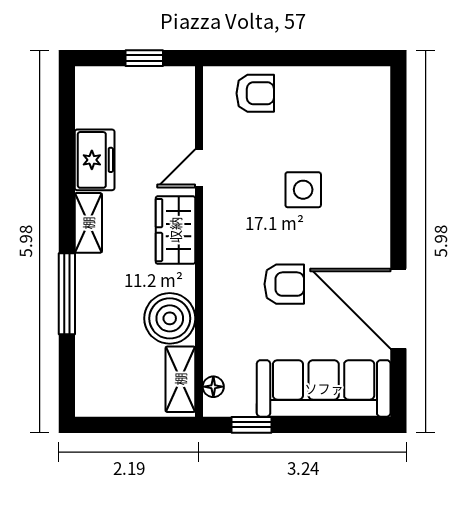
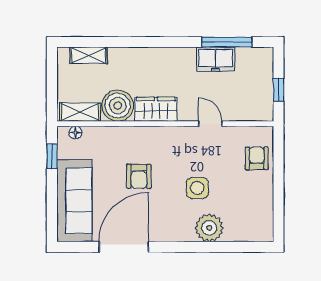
armchair: (255, 93) -> (257, 158), turned 180
plant: (368, 170) -> (209, 228), added
shelving: (88, 223) -> (88, 55), moved
wardrobe: (175, 230) -> (156, 109), moved
window: (67, 294) -> (227, 42), moved

